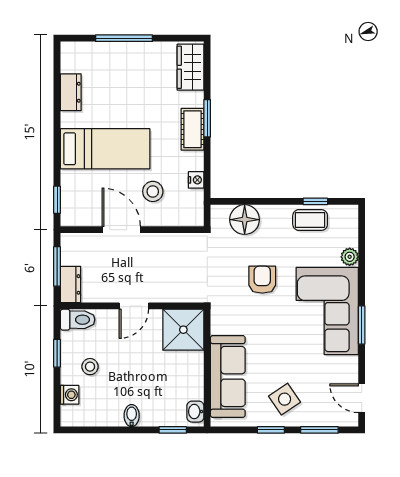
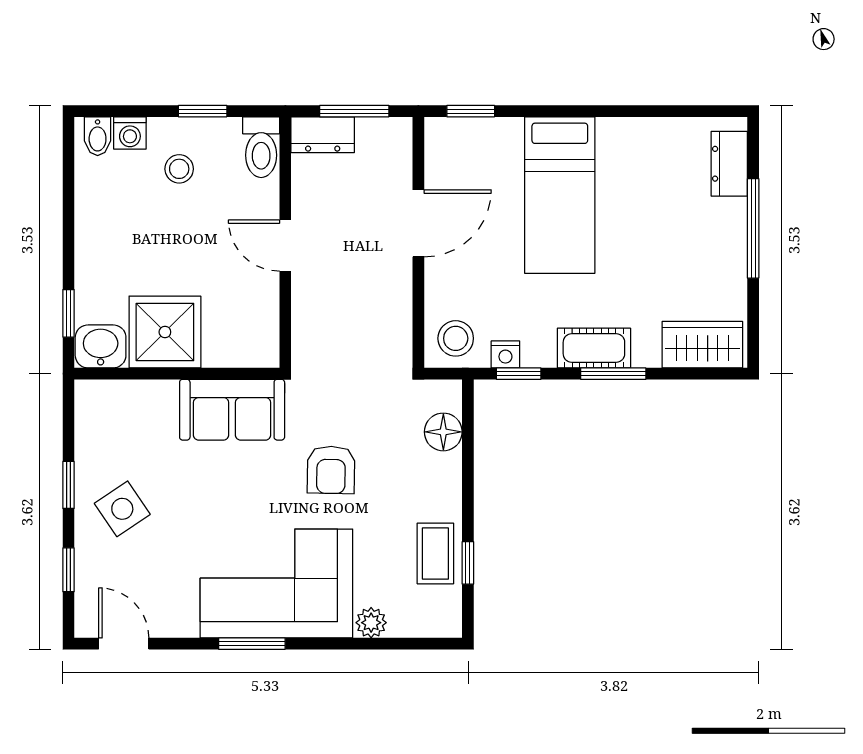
dresser: (71, 92) -> (729, 164), moved, turned 90
window: (207, 172) -> (519, 374), added
stool: (153, 191) -> (456, 338), moved
floor lamp: (245, 220) -> (443, 432), width x0.73, depth x0.73
armchair: (262, 280) -> (331, 470), turned 91
shower: (183, 330) -> (165, 332), moved
sofa: (228, 376) -> (232, 410), moved, width x0.73
door: (362, 398) -> (124, 644), hinge flipped
washbasin: (195, 412) -> (101, 346), width x1.38, depth x1.45
bidet: (132, 416) -> (98, 136), moved, turned 90
window: (319, 430) -> (68, 570), width x0.67

